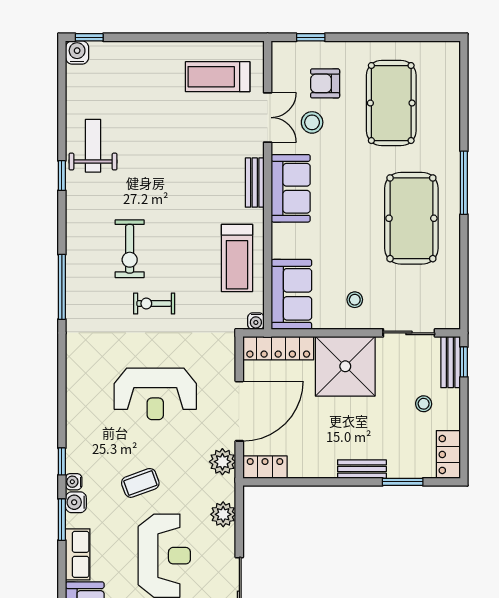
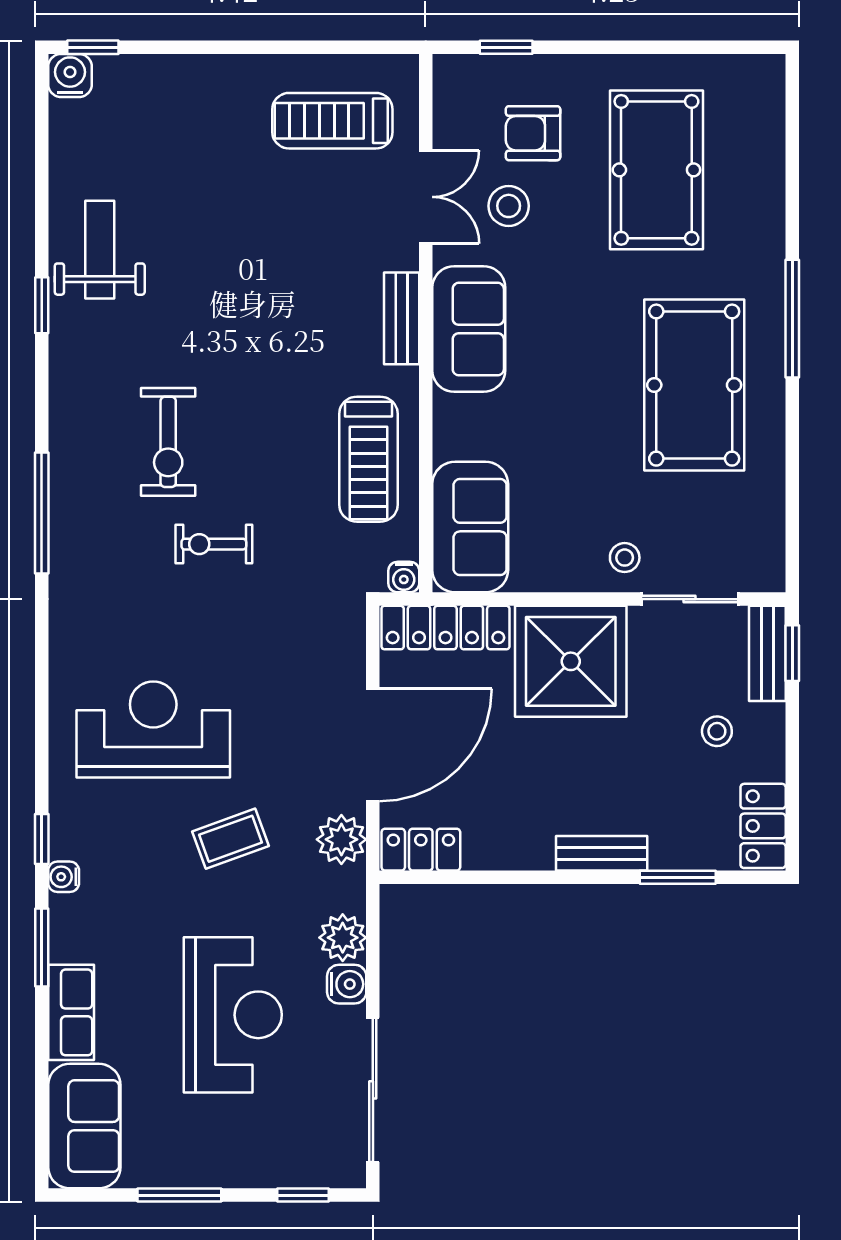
stool: (355, 300) -> (625, 558), moved
reception desk: (155, 394) -> (153, 729), moved, turned 180
coffee table: (140, 483) -> (230, 839), moved
water cooler: (76, 502) -> (347, 984), moved, turned 180

